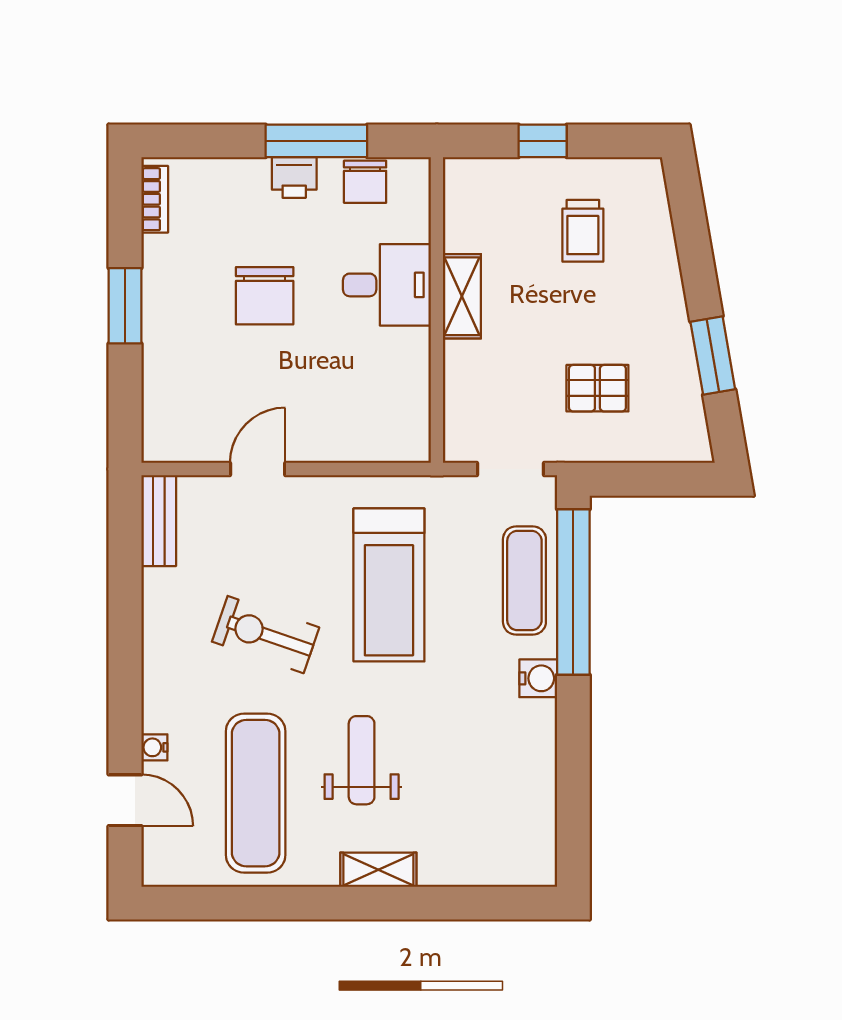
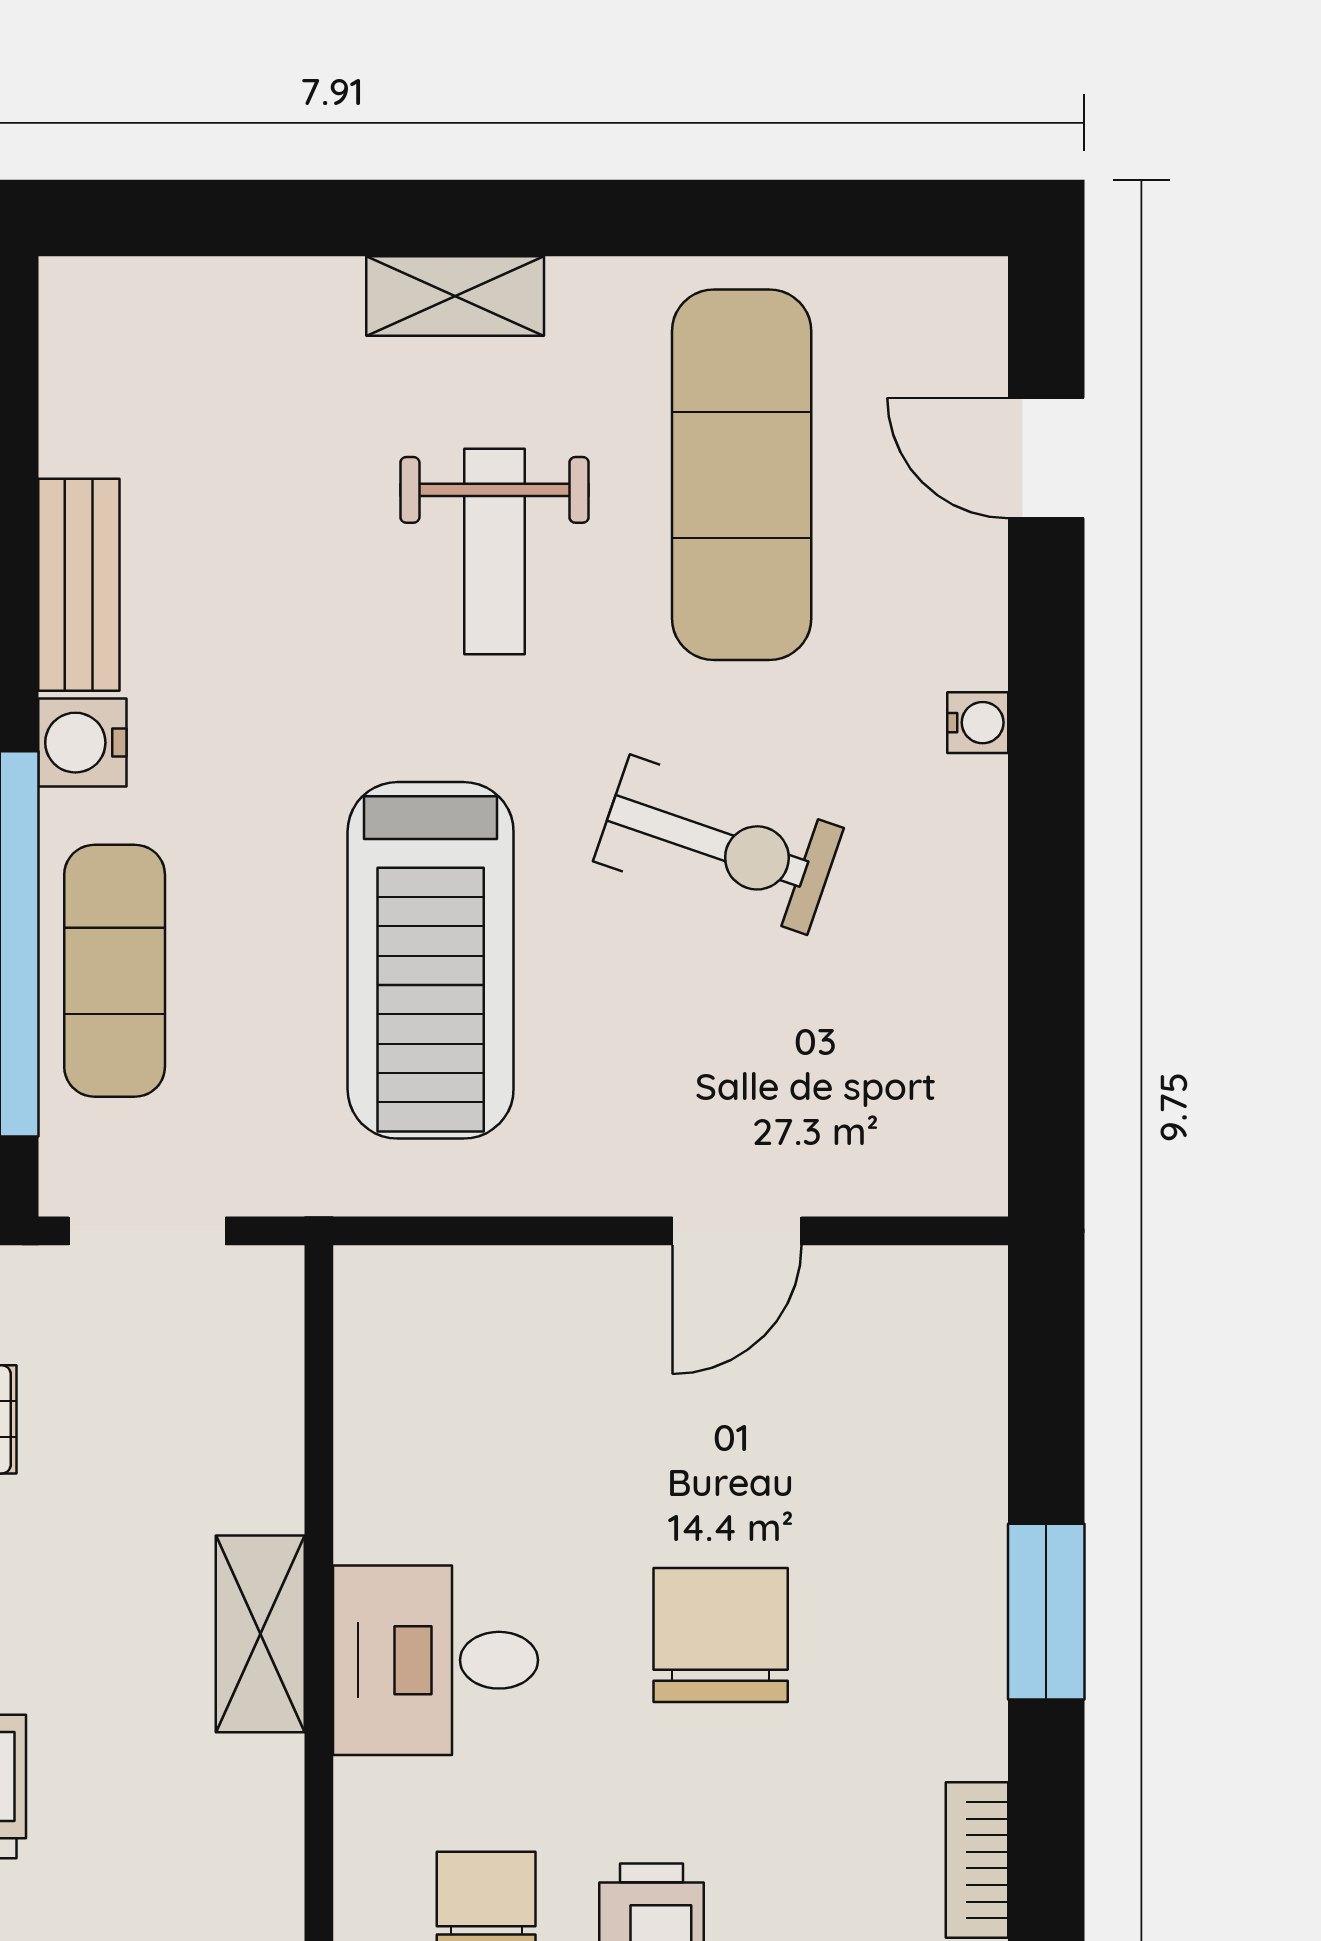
bench: (159, 521) -> (79, 585), moved
treadmill: (389, 585) -> (431, 960), turned 180
water cooler: (154, 747) -> (978, 723), moved

